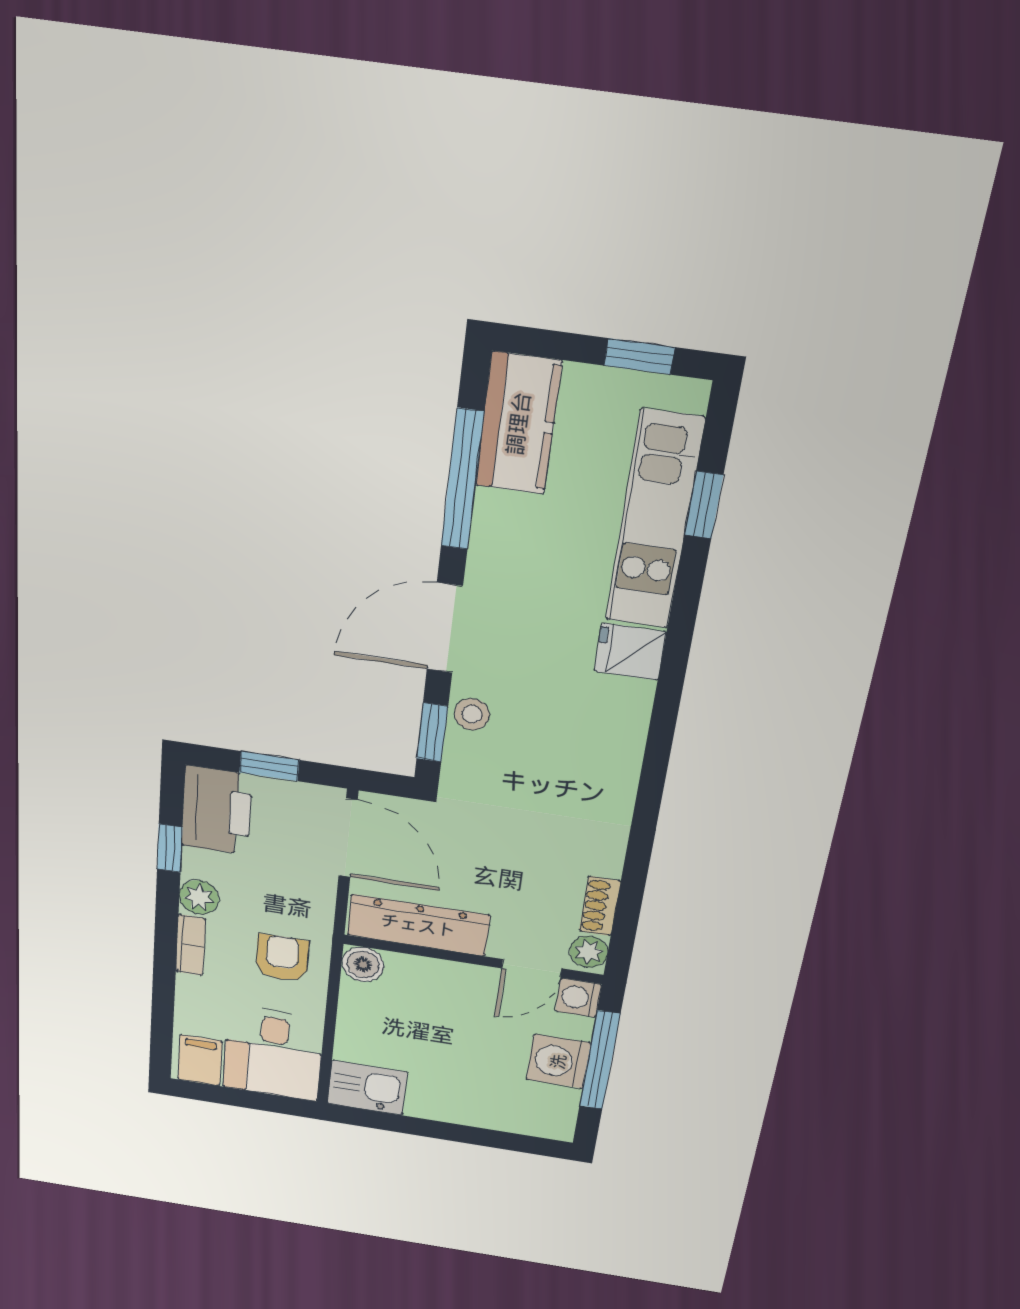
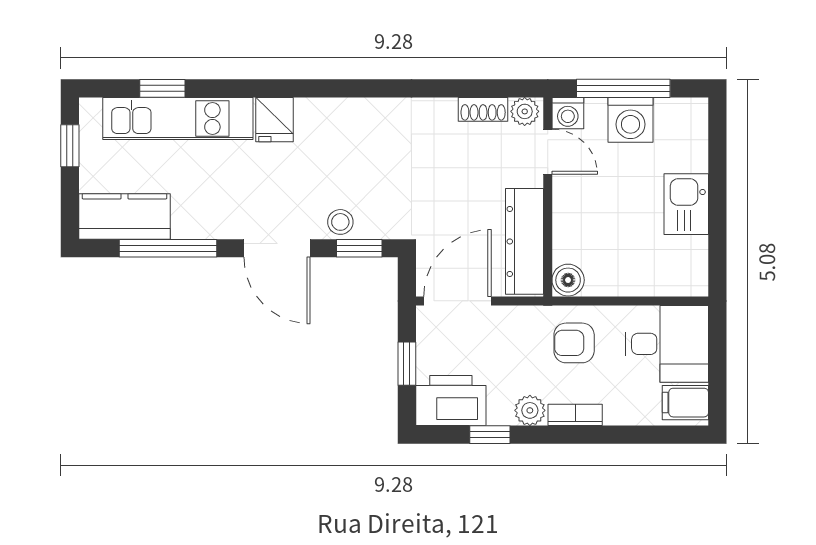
kitchen sink: (367, 1088) -> (686, 204), moved

